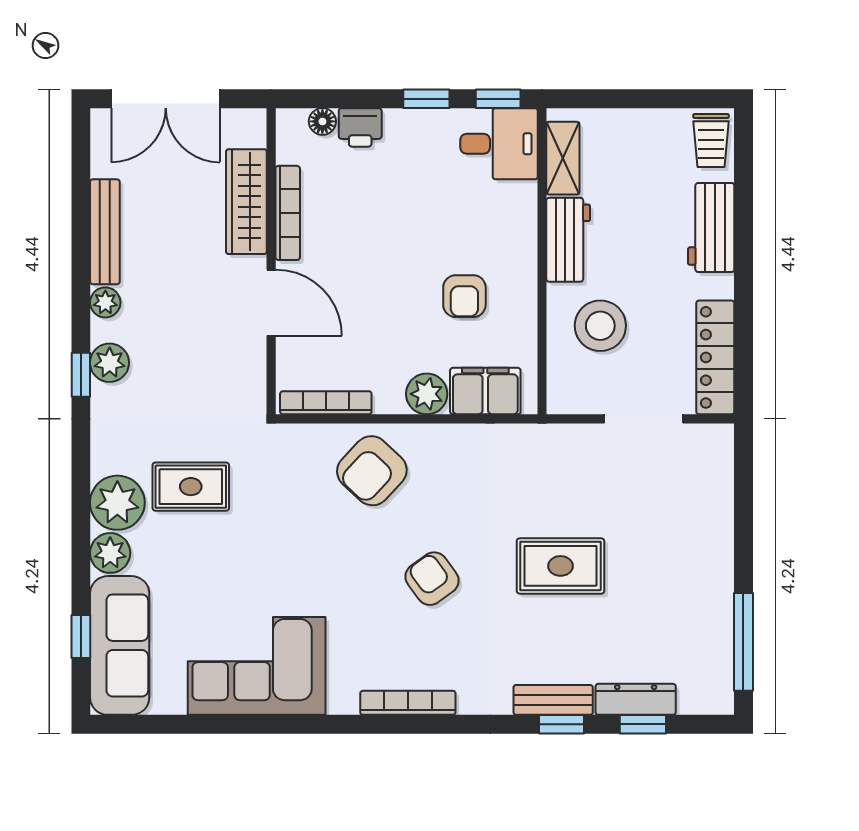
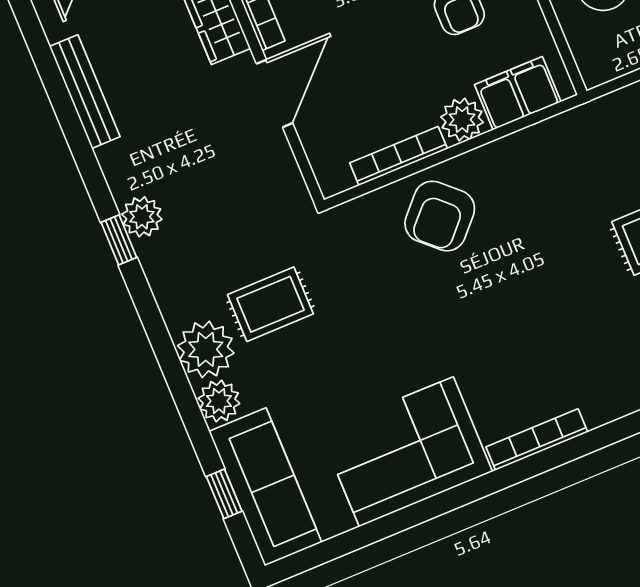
plant: (105, 302) -> (114, 160), removed
door: (271, 303) -> (275, 93), hinge flipped
bookcase: (326, 403) -> (399, 156), moved
armchair: (432, 579) -> (541, 297), removed
bookcase: (408, 703) -> (537, 440), moved

